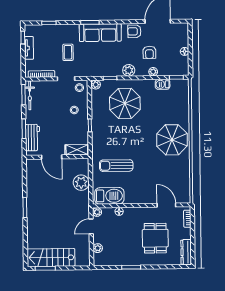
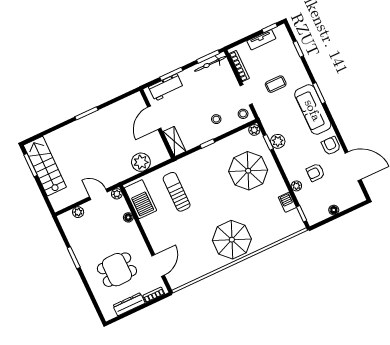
plant: (129, 70) -> (278, 141), moved
dresser: (186, 252) -> (129, 304), moved

